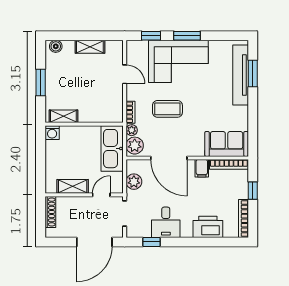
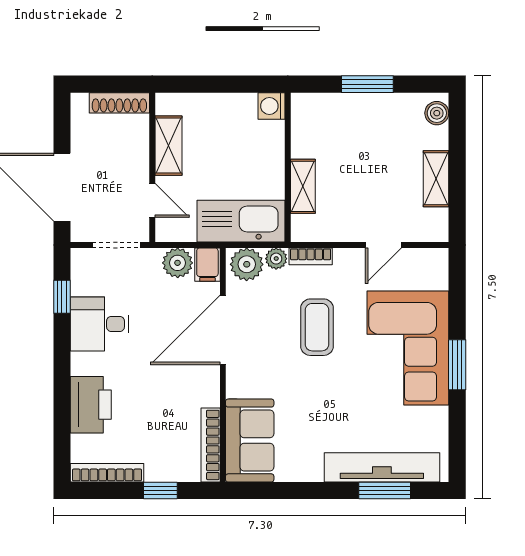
window: (151, 36) -> (457, 296), removed
shelving: (63, 116) -> (303, 186), moved
filing cabinet: (202, 168) -> (207, 265), moved, turned -90

